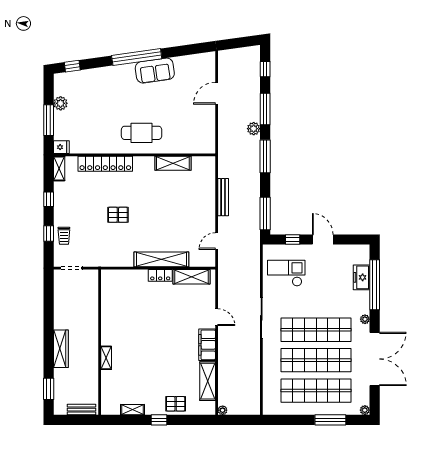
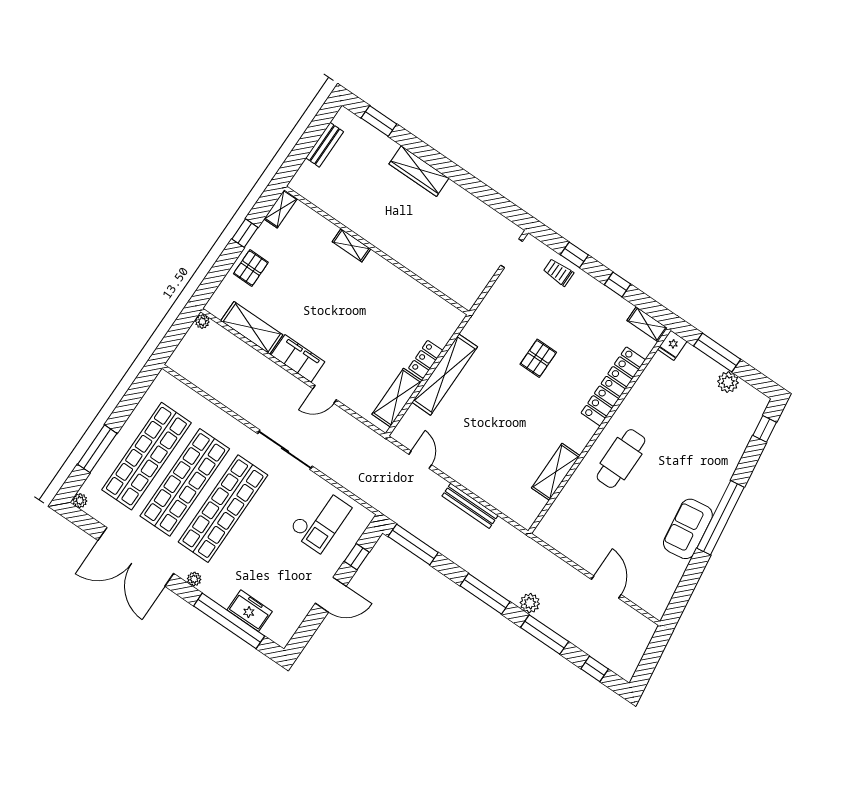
wall: (100, 342) -> (377, 251), moved
shelving: (106, 358) -> (351, 245), moved

